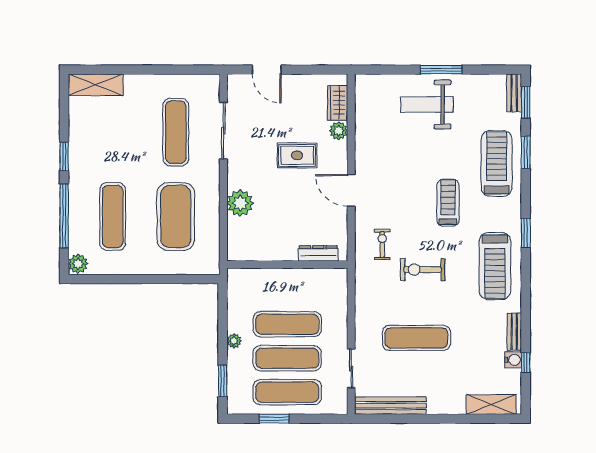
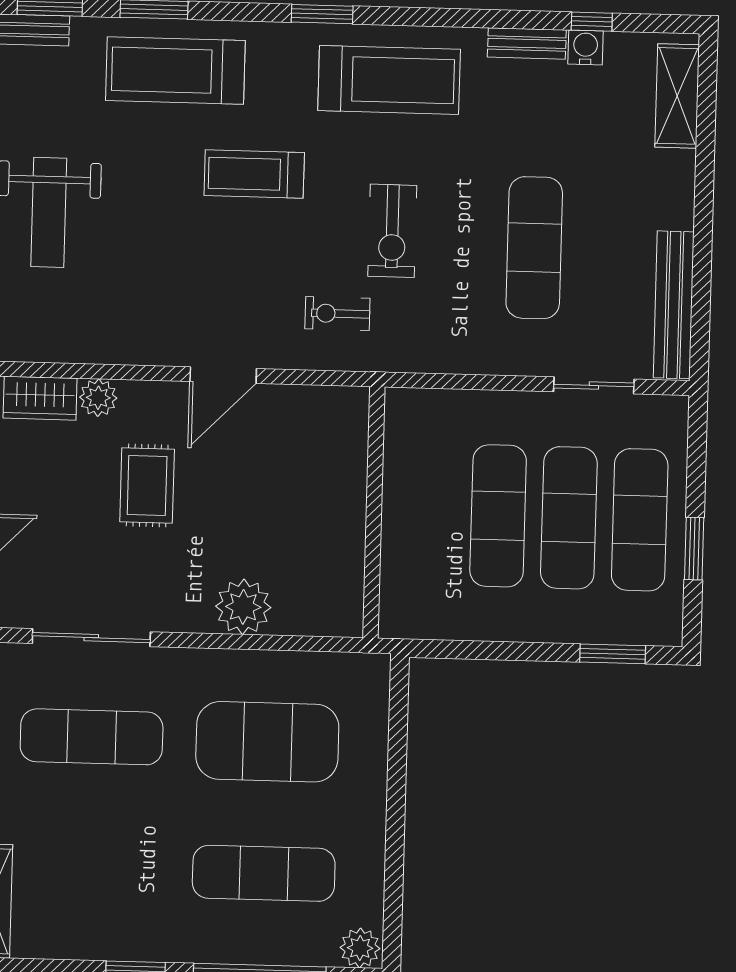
dresser: (318, 253) -> (352, 447), removed
plant: (234, 341) -> (530, 628), removed

